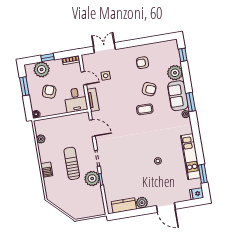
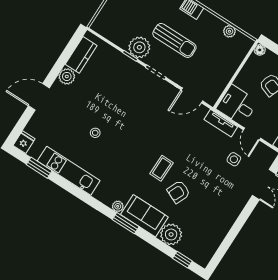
armchair: (142, 63) -> (213, 210), removed
door: (84, 78) -> (252, 134), hinge flipped

